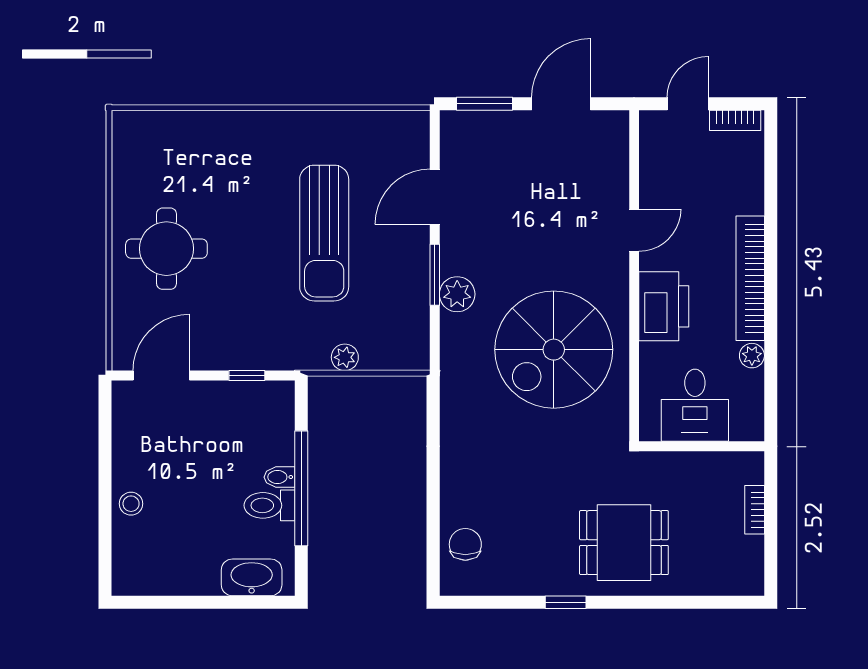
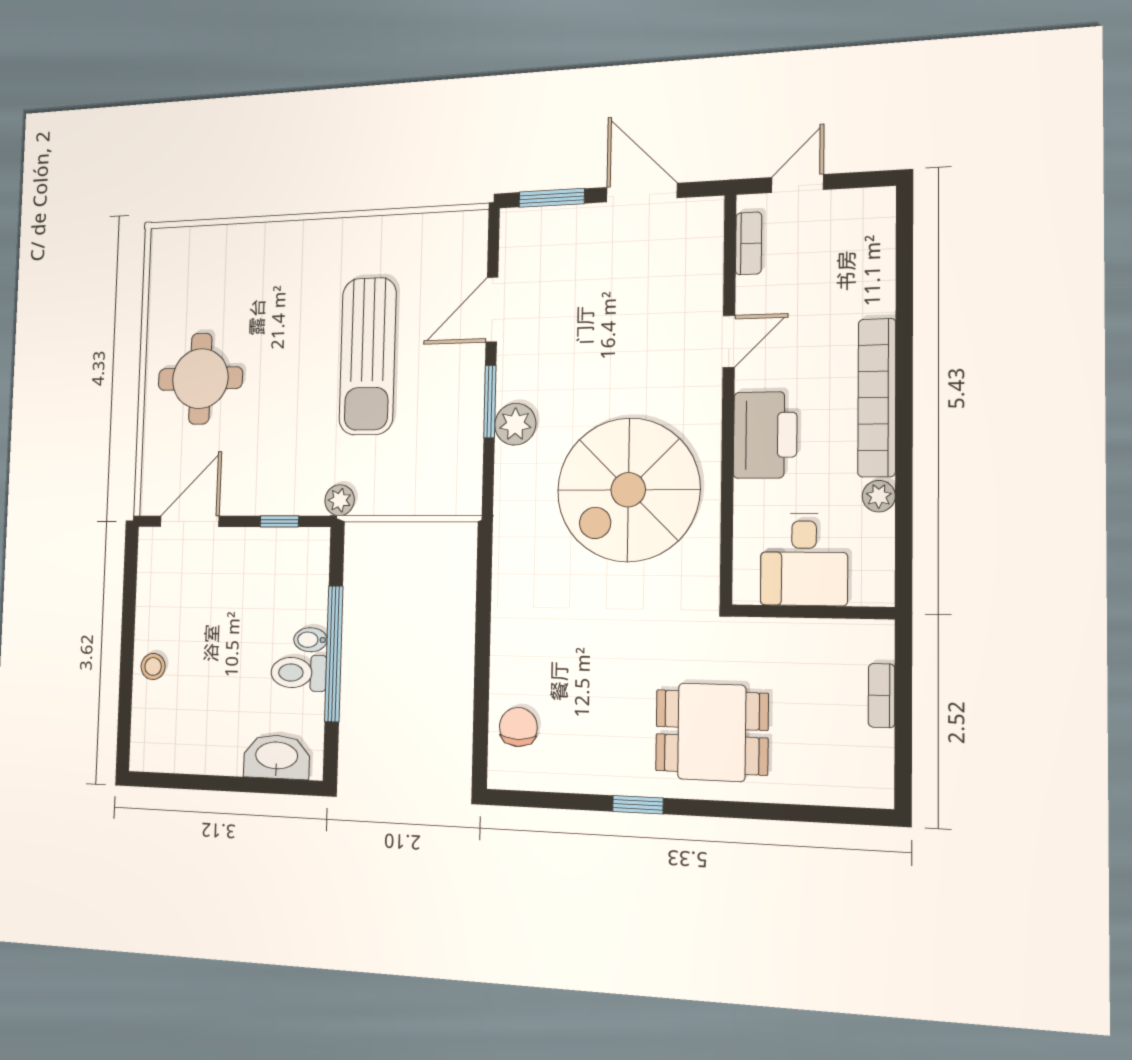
door: (561, 104) -> (642, 193), hinge flipped
bookcase: (735, 120) -> (749, 243), moved, turned -90
plant: (345, 357) -> (340, 500), moved

